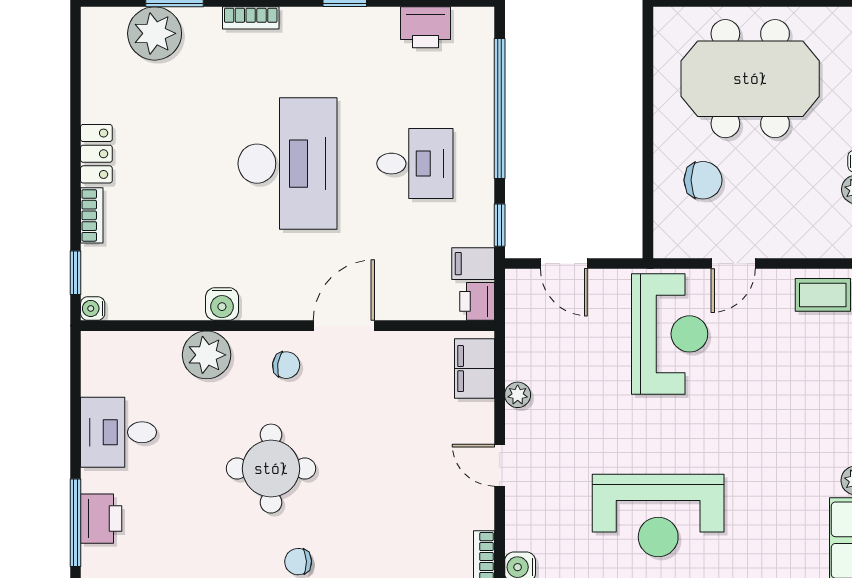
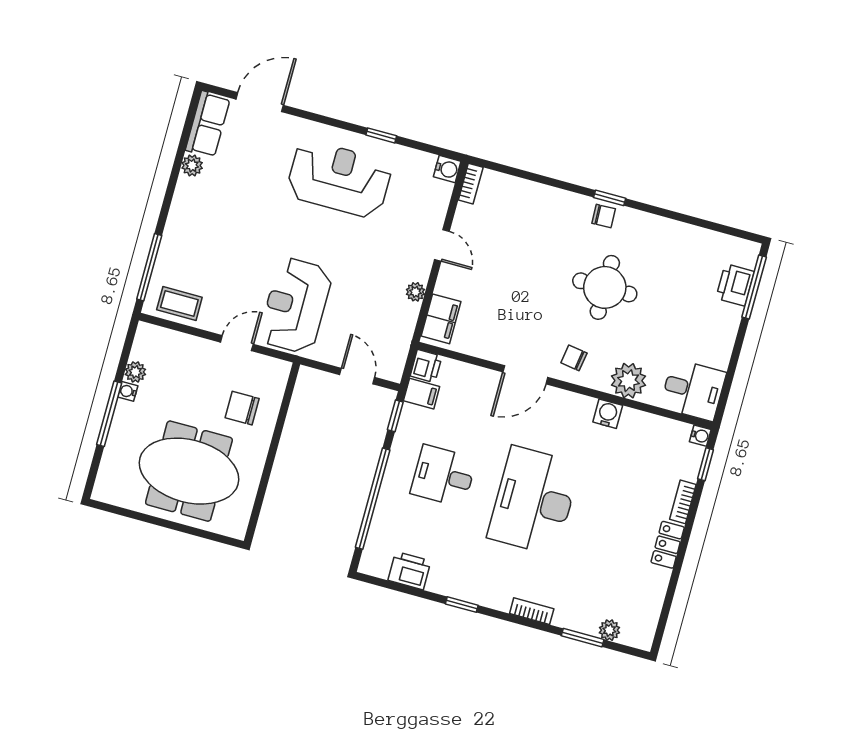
plant: (155, 33) -> (609, 630), width x0.53, depth x0.53
desk: (119, 432) -> (693, 390), moved

